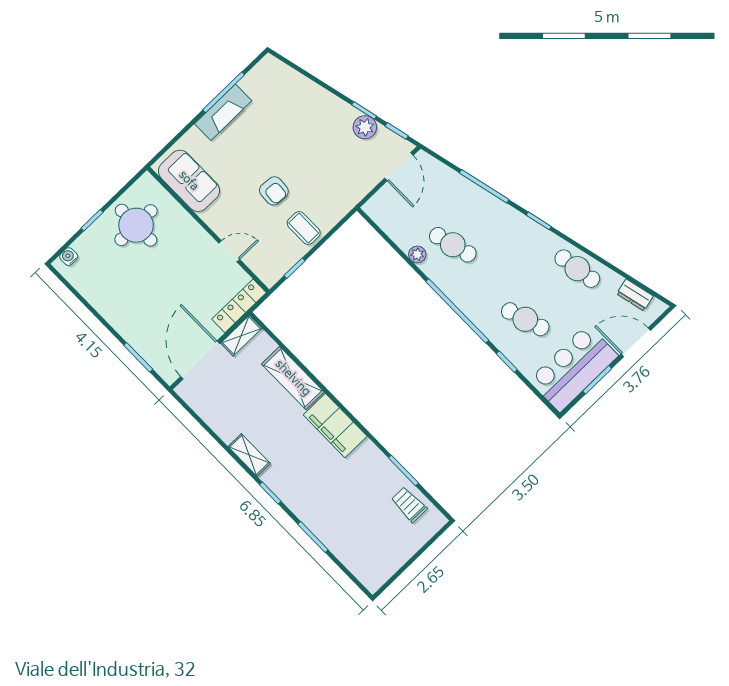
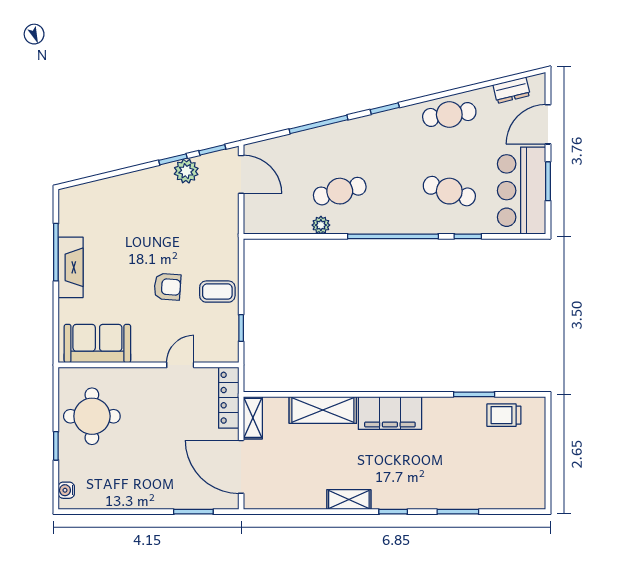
cafe table: (525, 319) -> (449, 191), turned 36

